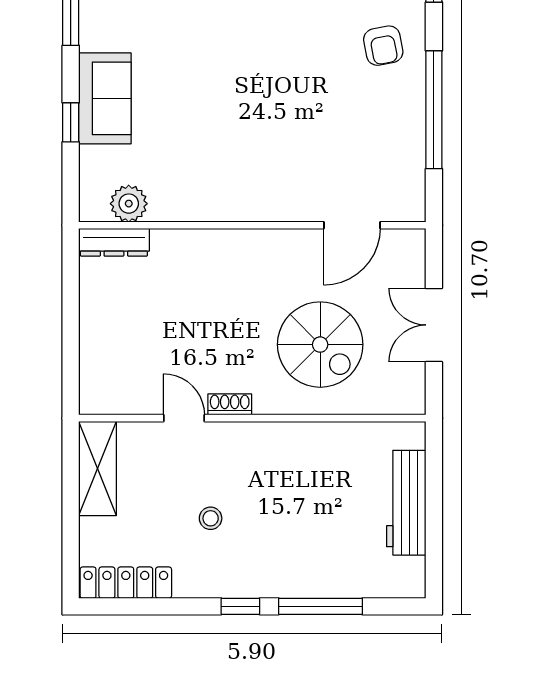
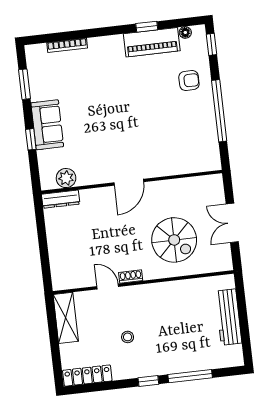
armchair: (383, 46) -> (189, 81), turned -79
door: (352, 225) -> (129, 182), moved

